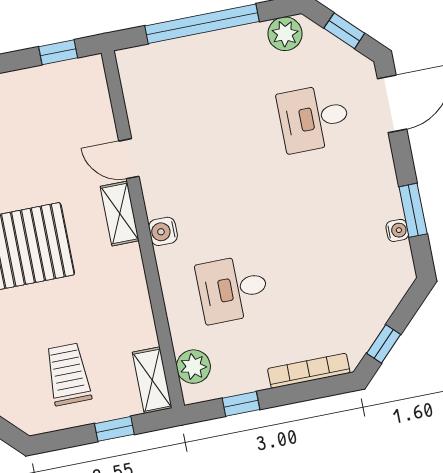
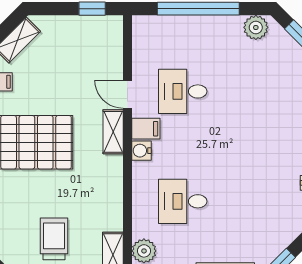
desk: (314, 118) -> (183, 91), moved
filing cabinet: (163, 200) -> (146, 129), added

